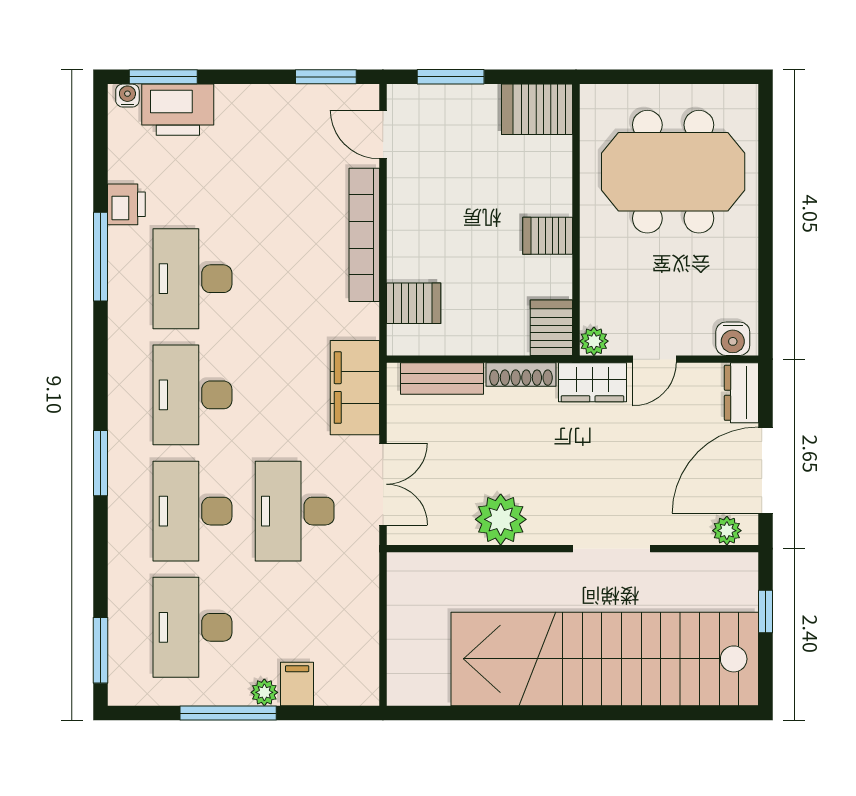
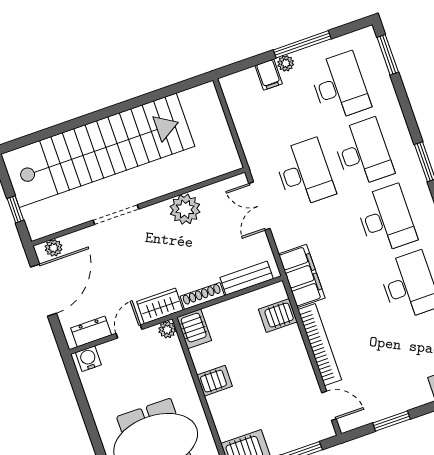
window: (326, 77) -> (392, 421), moved
filing cabinet: (355, 388) -> (302, 276), moved
dresser: (741, 393) -> (91, 332), moved, turned -90

